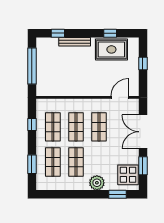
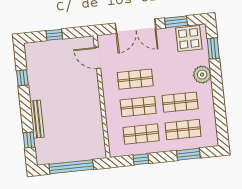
rug: (111, 49) -> (42, 74), removed

